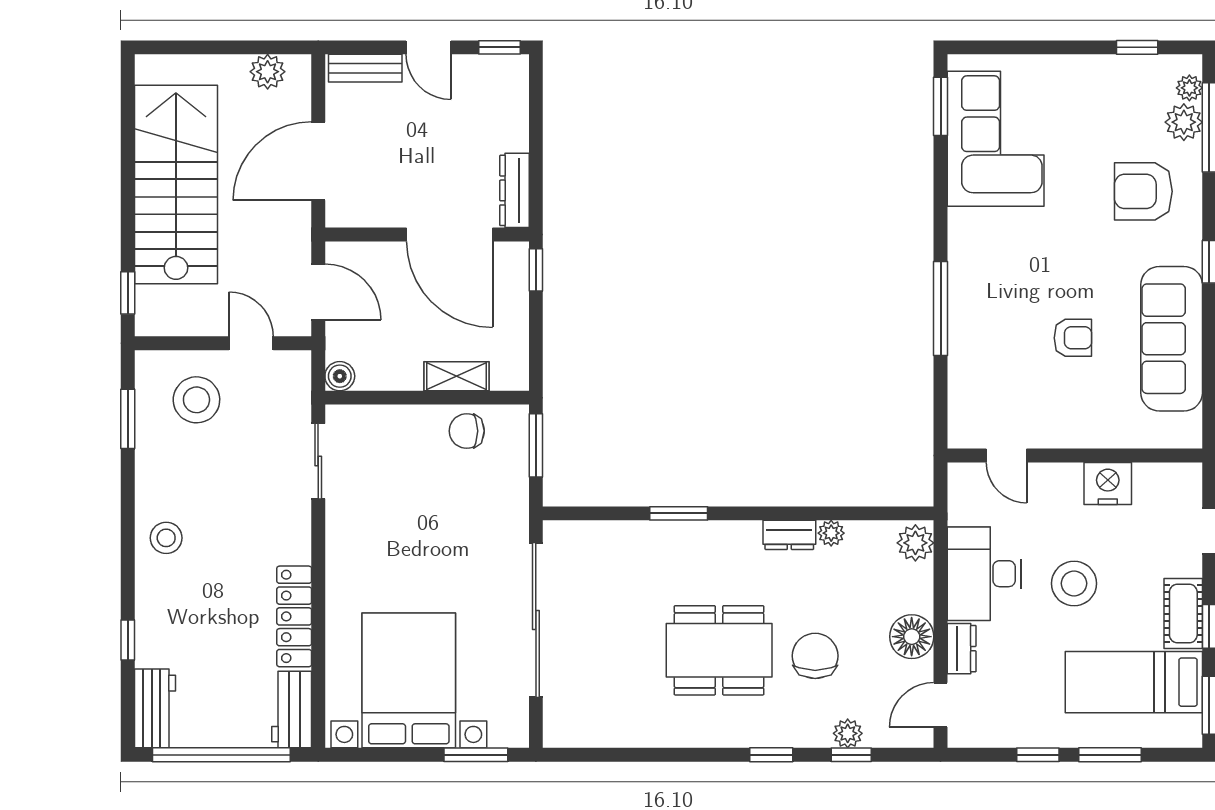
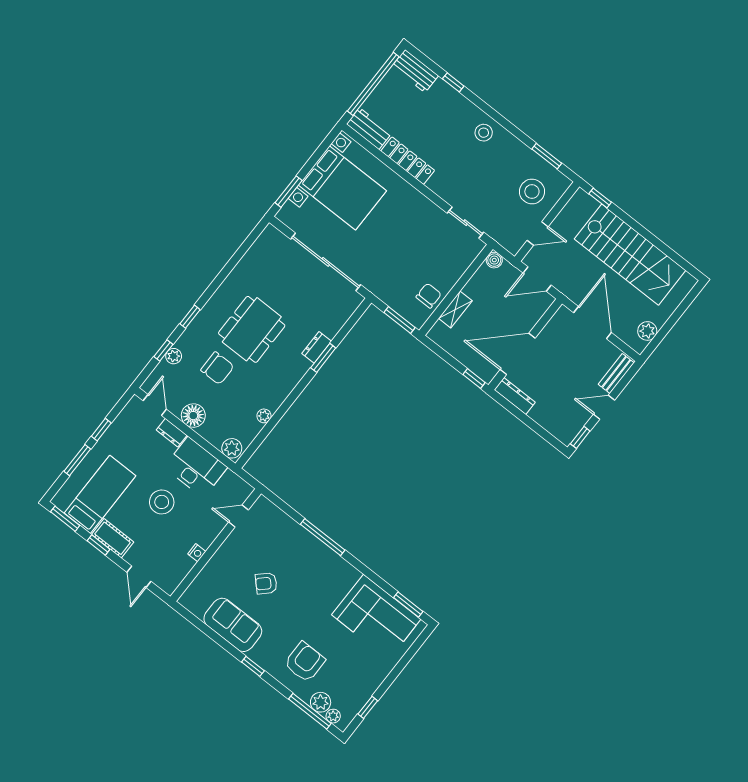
armchair: (1073, 338) -> (266, 583), turned 46
sofa: (1172, 339) -> (233, 625), width x0.73
nightstand: (1108, 484) -> (197, 553), width x0.53, depth x0.56
dresser: (789, 535) -> (317, 347), moved

